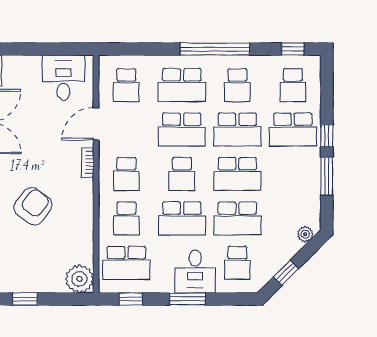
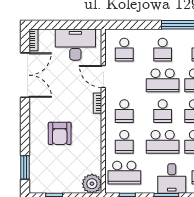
desk: (64, 78) -> (75, 45), width x1.37
school desk: (182, 85) -> (163, 50), width x0.54
door: (96, 124) -> (103, 76), hinge flipped
armchair: (33, 206) -> (60, 133), turned 144

